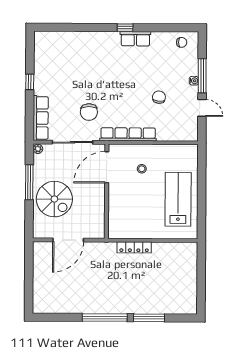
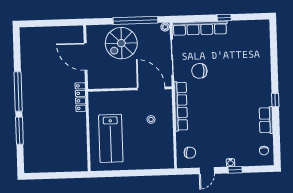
row of seats: (135, 39) -> (266, 120), moved
window: (202, 76) -> (235, 170), width x0.46
chair: (159, 97) -> (190, 153), moved
row of seats: (41, 118) -> (200, 28), width x1.36
window: (29, 182) -> (135, 20), width x1.46
lab bench: (178, 199) -> (111, 138), moved, turned 90
locker: (134, 247) -> (81, 97), moved

